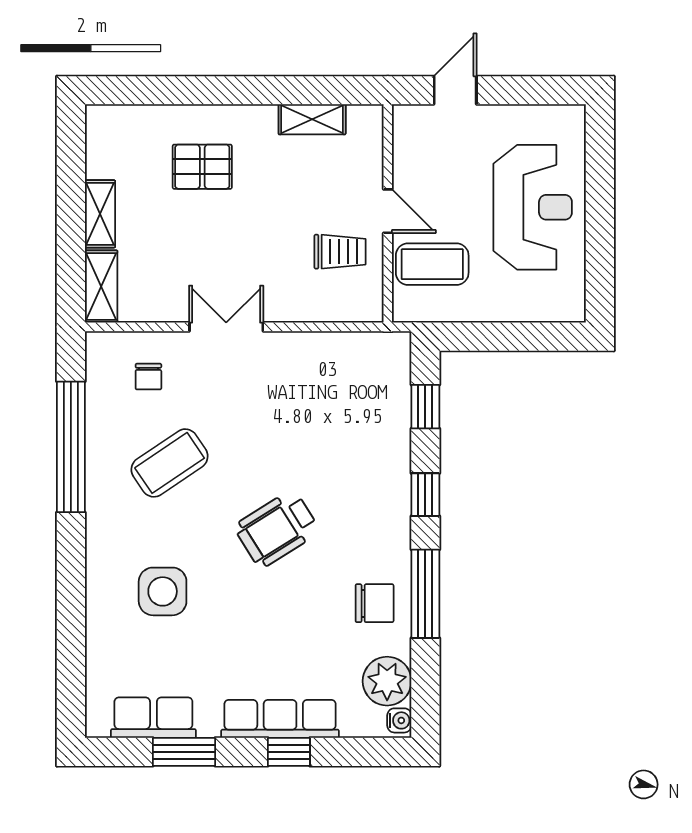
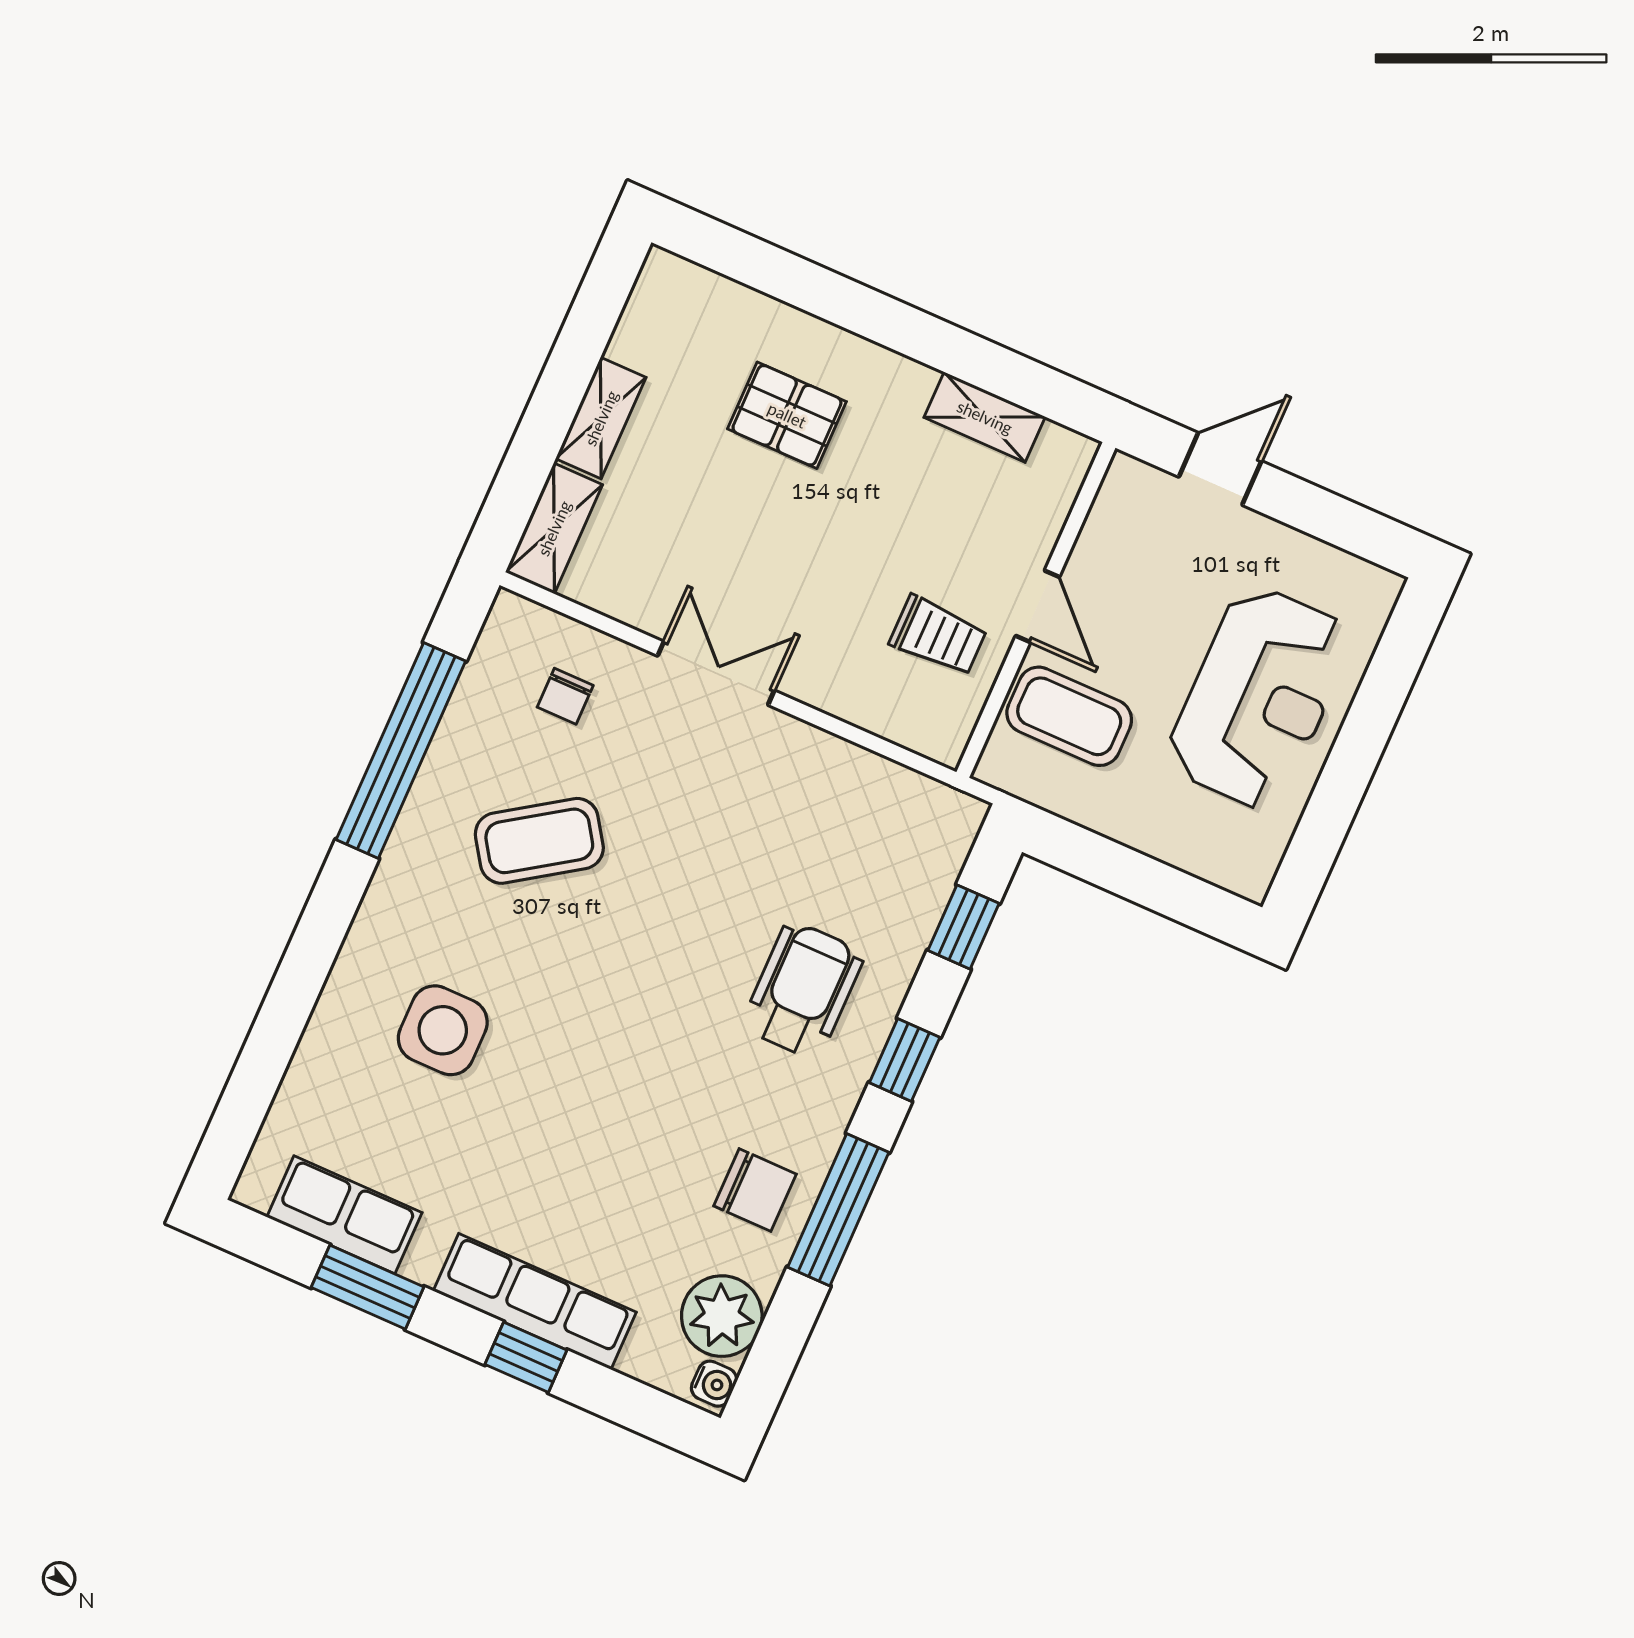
wheelchair: (277, 529) -> (803, 990), moved, turned 122

